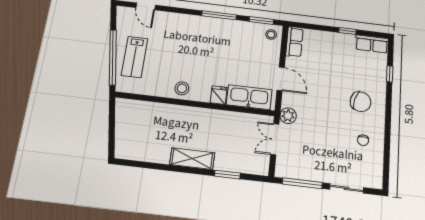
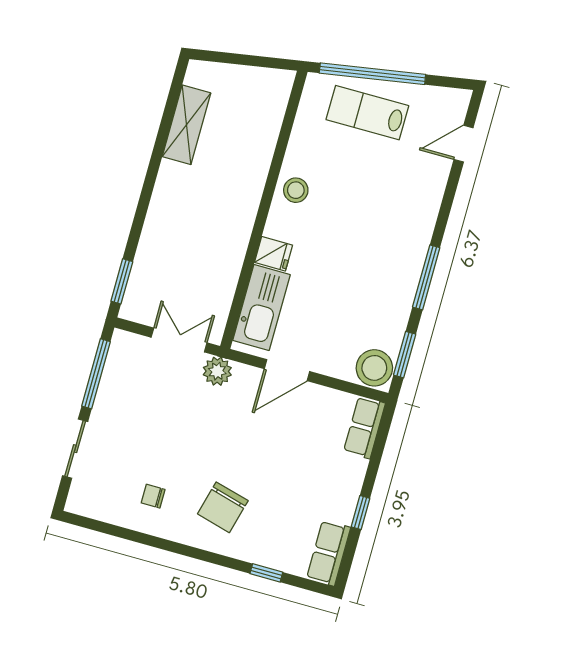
stool: (271, 35) -> (374, 368), width x1.89, depth x1.89
row of seats: (294, 42) -> (364, 427), moved, turned 90
shelving: (192, 159) -> (186, 125), moved
window: (227, 175) -> (122, 281), moved

